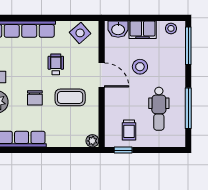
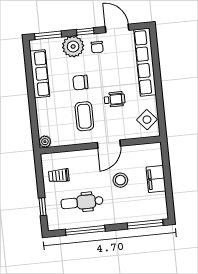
stool: (171, 28) -> (160, 206), removed
washbasin: (118, 29) -> (154, 156), removed
window: (123, 150) -> (43, 207), moved

